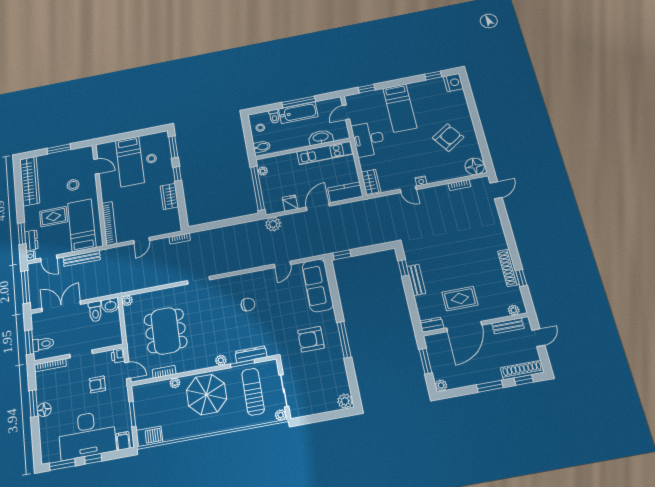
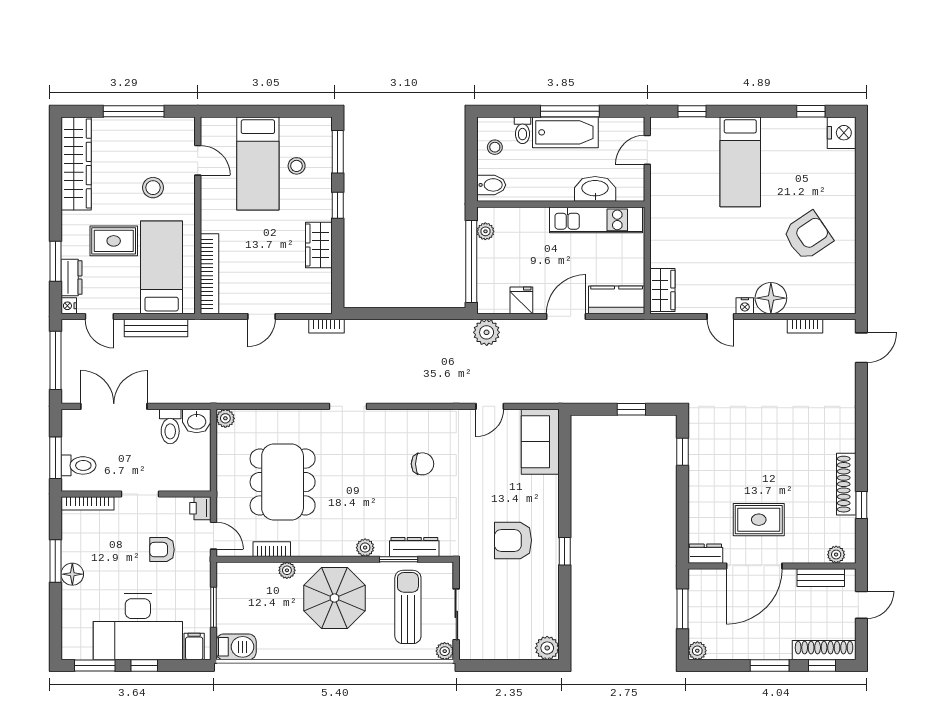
desk: (368, 139) -> (675, 210), removed
window: (59, 149) -> (134, 111), width x1.44
floor lamp: (475, 166) -> (771, 298), moved
window: (342, 255) -> (631, 409), moved
bench: (416, 280) -> (698, 476), removed
sofa: (318, 285) -> (540, 442), width x0.73
window: (344, 340) -> (565, 551), width x0.46

